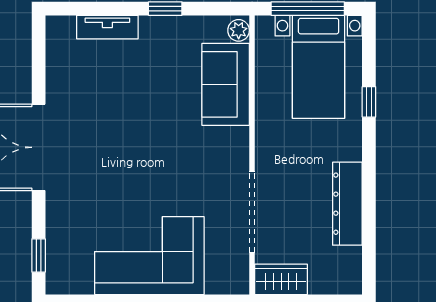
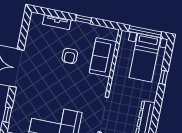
plant: (239, 30) -> (113, 35), removed
armchair: (151, 96) -> (70, 56), added

